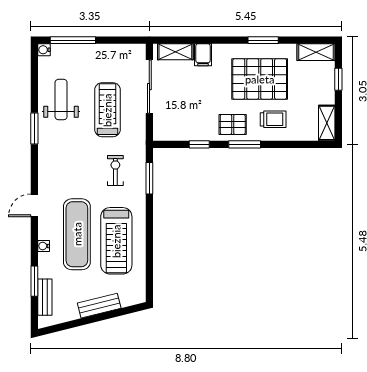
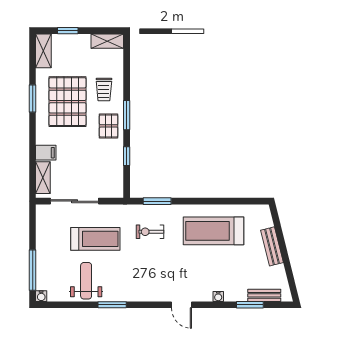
weight bench: (61, 100) -> (86, 281), turned 90
treadmill: (107, 110) -> (95, 239), turned 180
trolley: (273, 119) -> (104, 90), turned 180
exercise mat: (77, 234) -> (208, 266), removed
treadmill: (116, 241) -> (214, 231), turned 180

